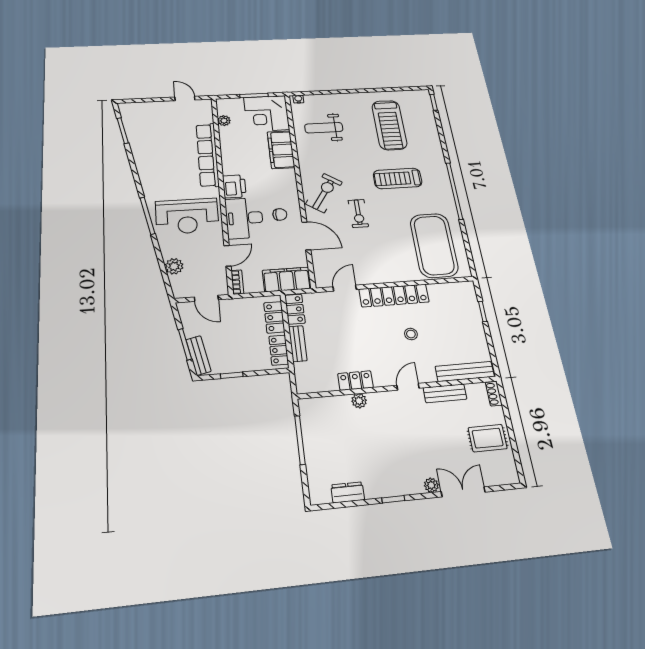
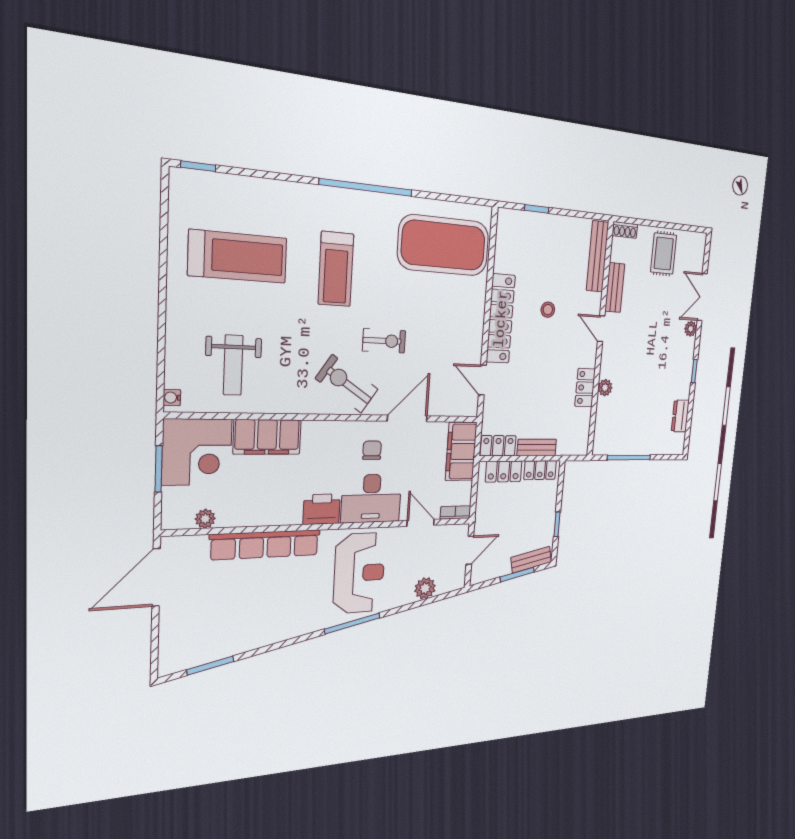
door: (185, 99) -> (156, 577), width x1.88

